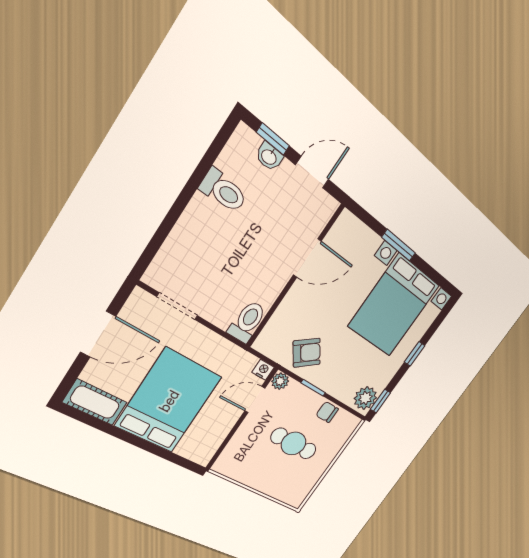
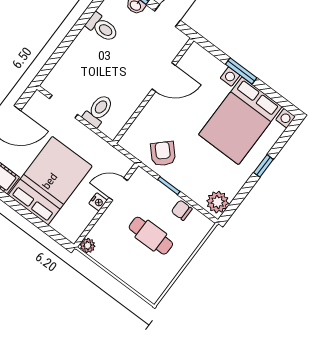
toilet: (247, 322) -> (98, 111), moved
armchair: (307, 353) -> (163, 154), turned -97
nightstand: (263, 370) -> (98, 202), moved, turned 90
plant: (280, 381) -> (88, 246), moved
window: (380, 401) -> (233, 207), removed

